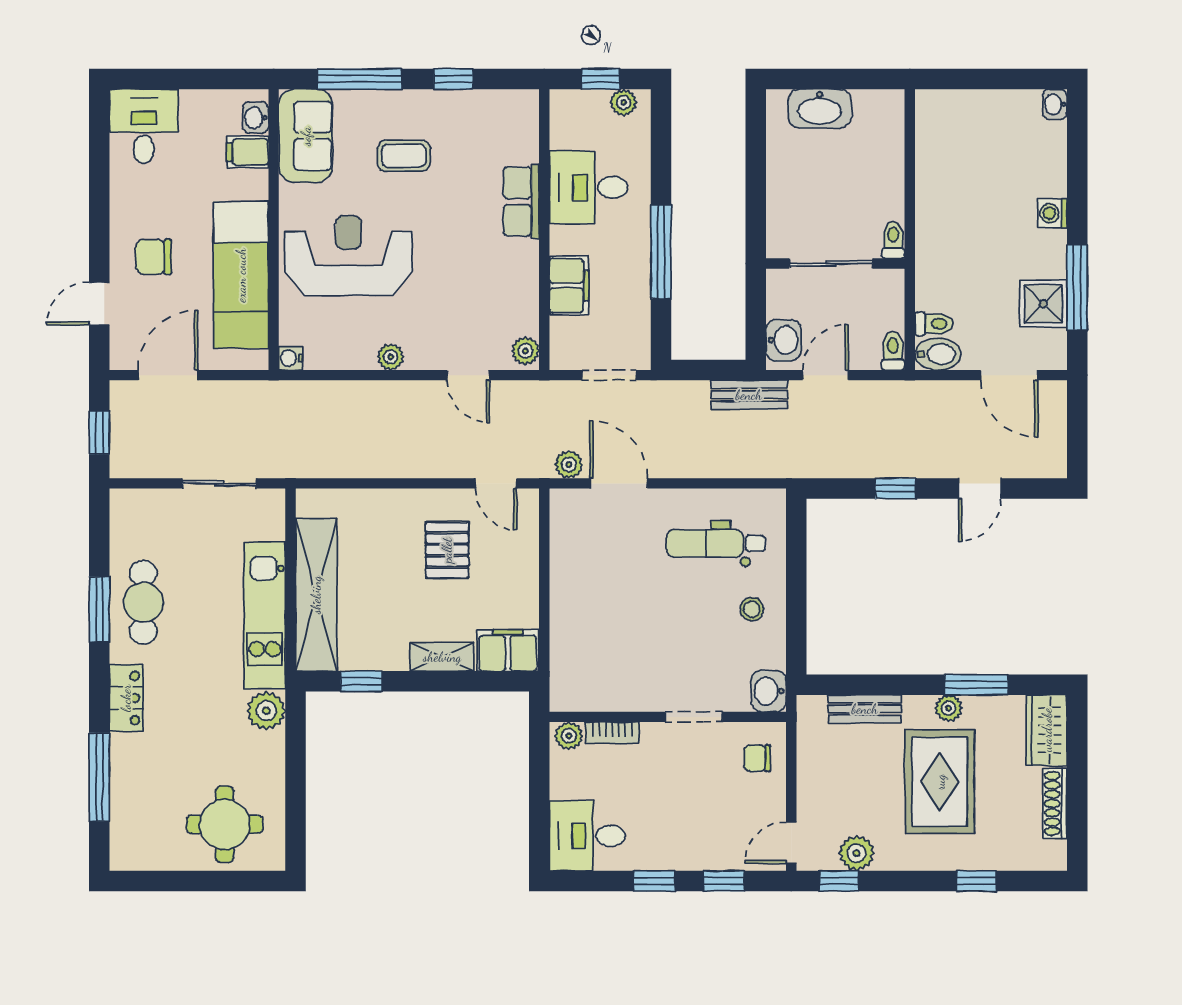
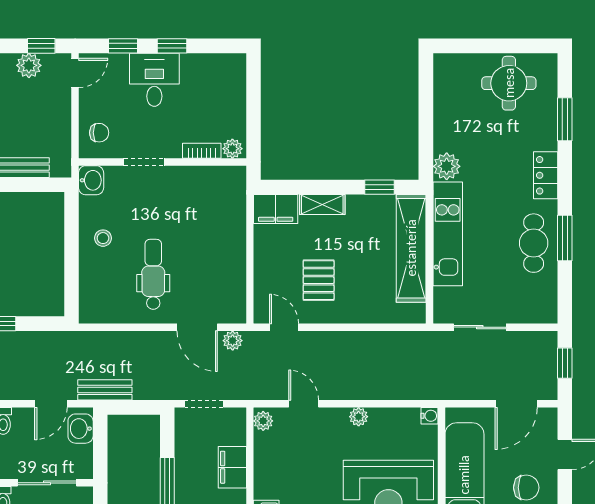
dental chair: (716, 543) -> (153, 274), moved, turned -90
window: (99, 777) -> (565, 119), width x0.69
round table: (225, 824) -> (509, 83), moved
desk: (587, 836) -> (154, 80), moved, turned -90

